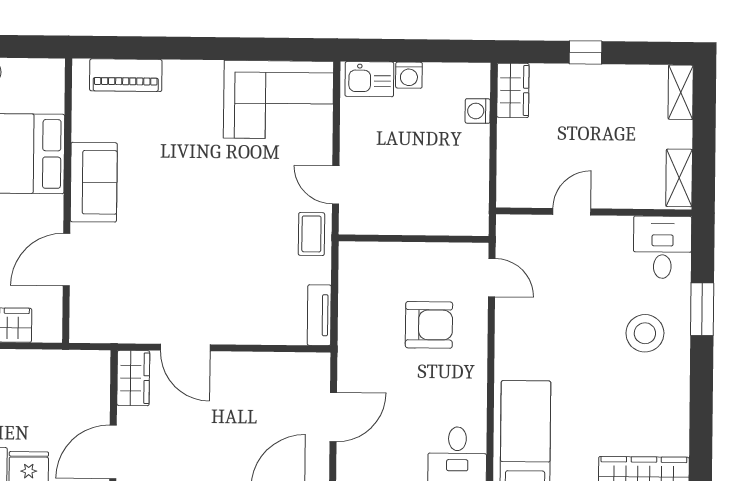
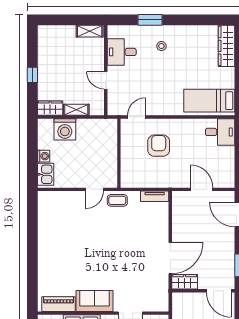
piano: (126, 75) -> (58, 304), moved, turned -90
shelving: (681, 92) -> (76, 110), moved
corner sofa: (279, 100) -> (56, 216), removed
washing machine: (478, 111) -> (65, 129), width x1.89, depth x1.89
desk: (662, 247) -> (122, 52), moved
stool: (645, 333) -> (161, 46), width x0.53, depth x0.53
door: (185, 348) -> (170, 258), width x1.36

